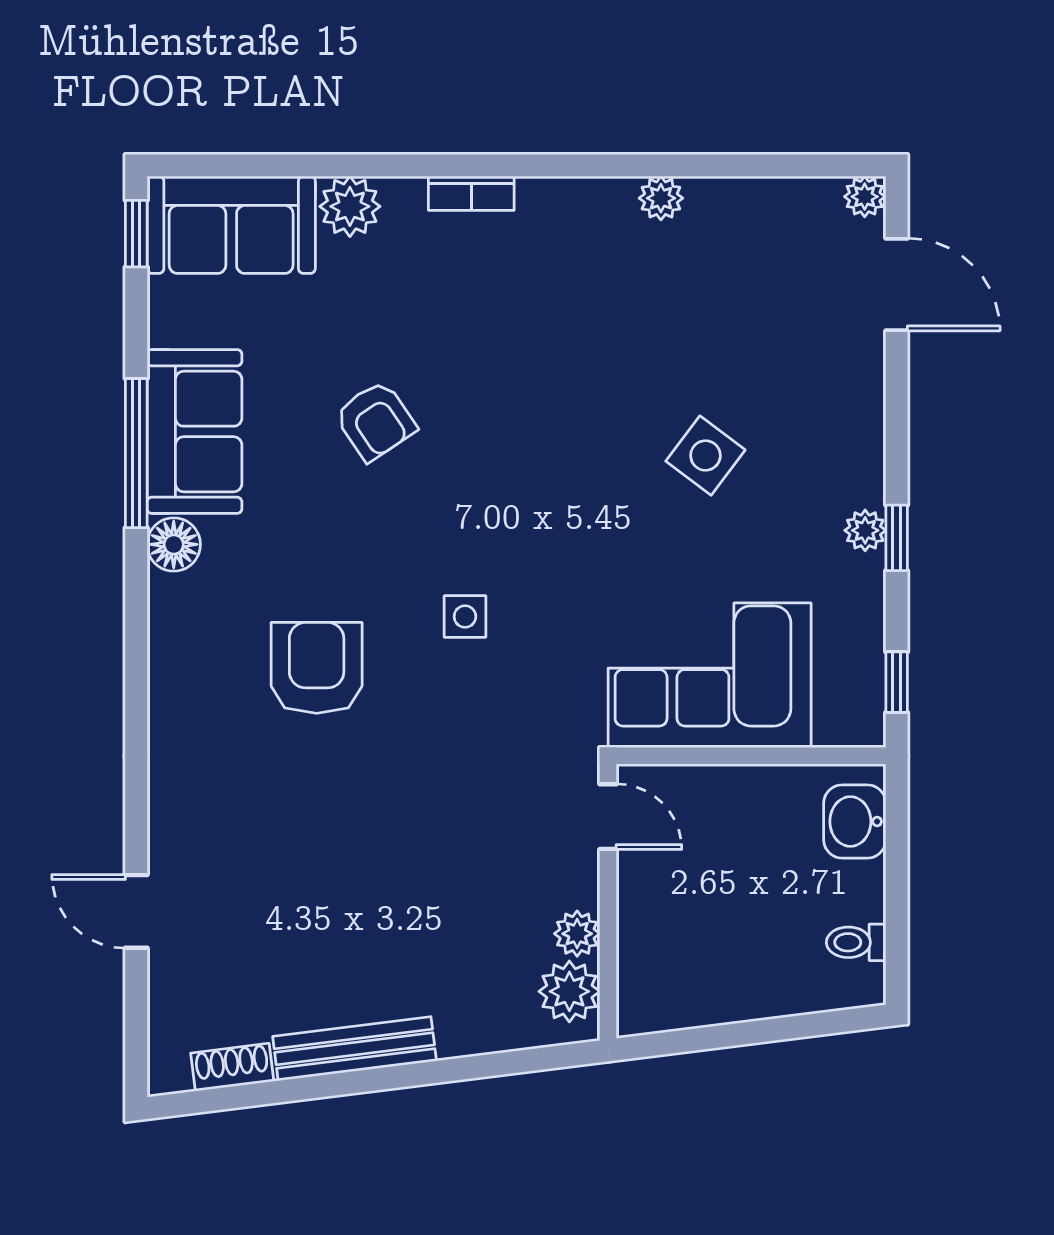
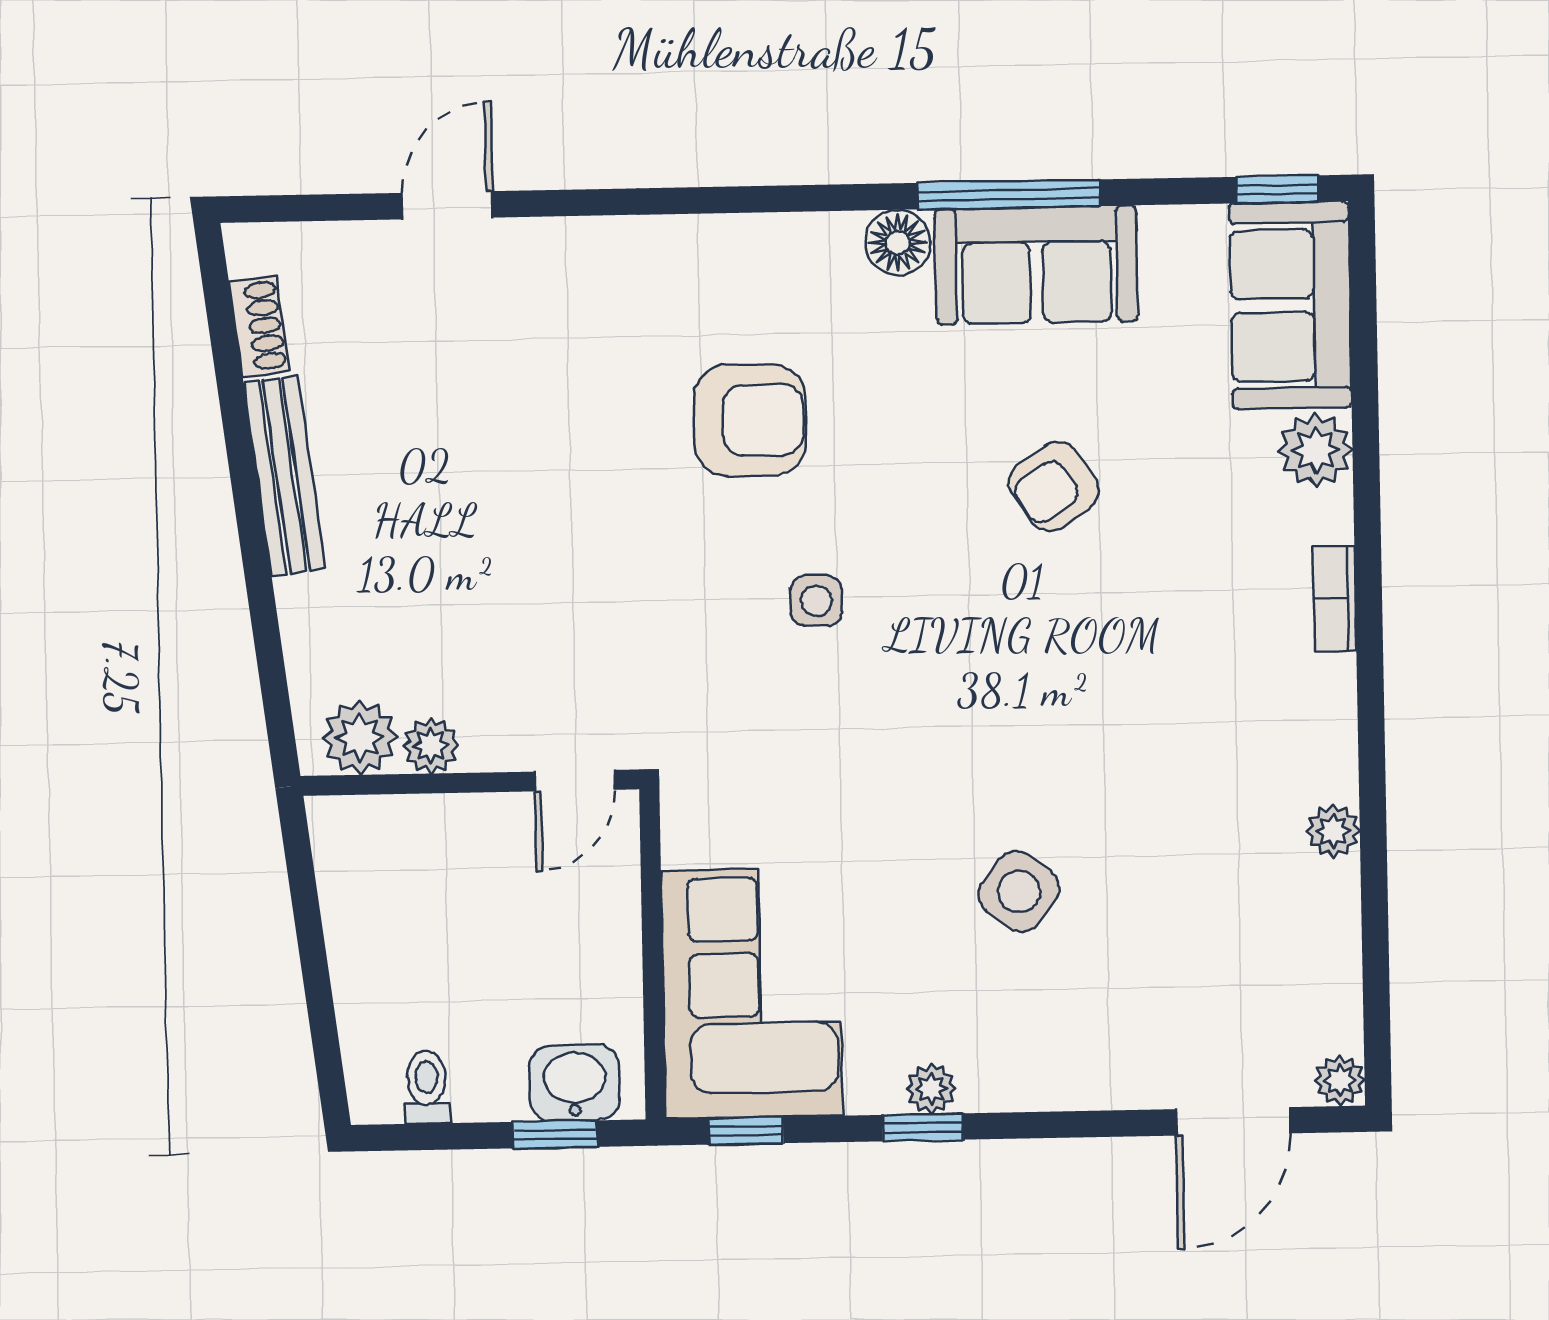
corner sofa: (710, 675) -> (752, 993), moved
window: (897, 838) -> (555, 1134), added

